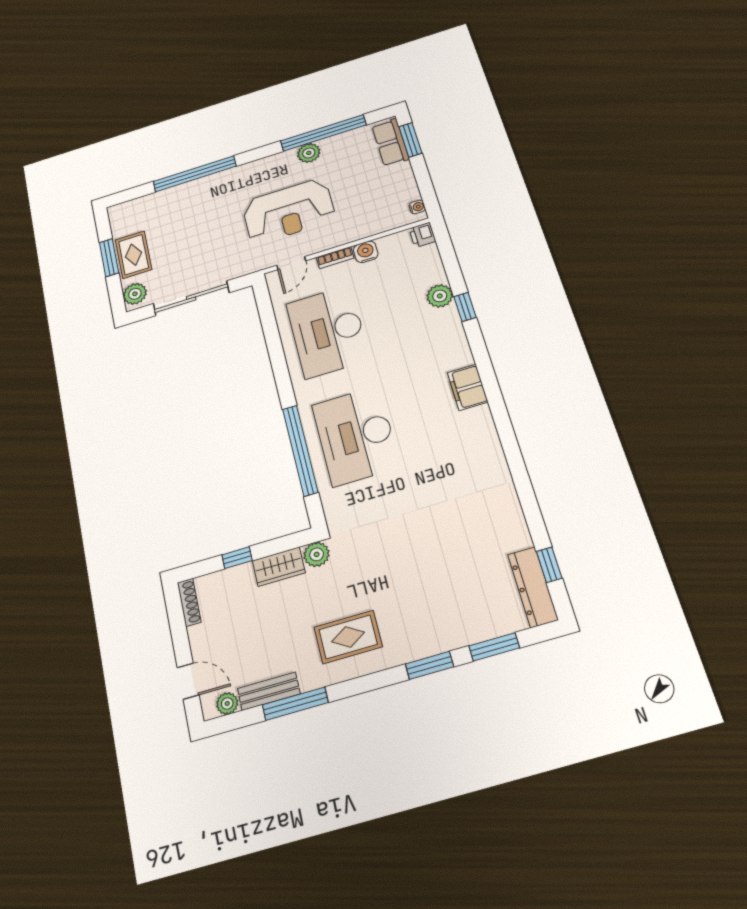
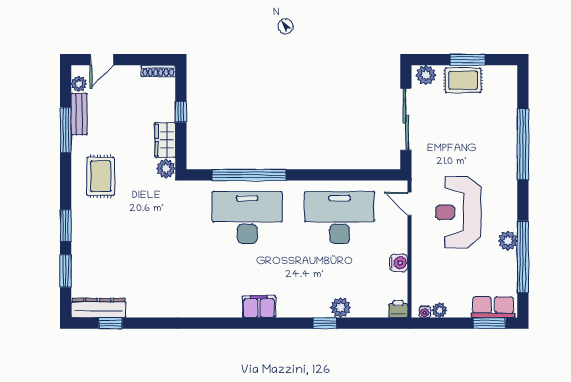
plant: (411, 193) -> (439, 310), added
bookcase: (335, 258) -> (402, 238), removed

